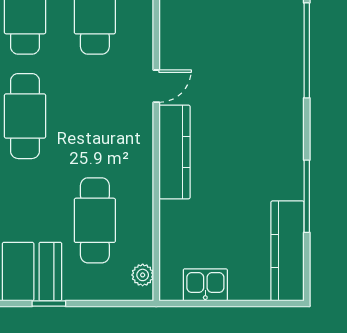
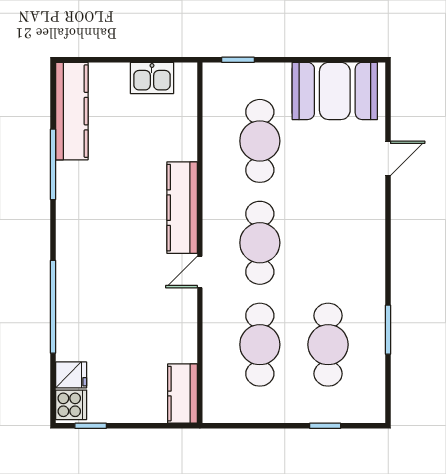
cafe table: (25, 116) -> (260, 243), moved
plant: (143, 275) -> (213, 88), removed
window: (49, 303) -> (238, 60), moved

